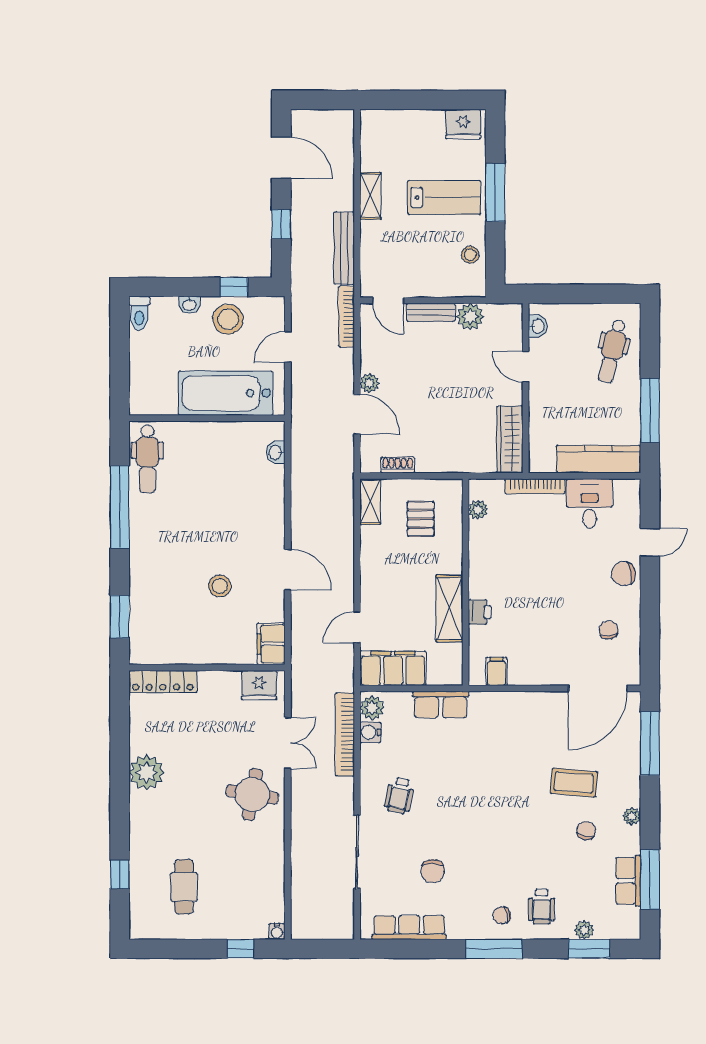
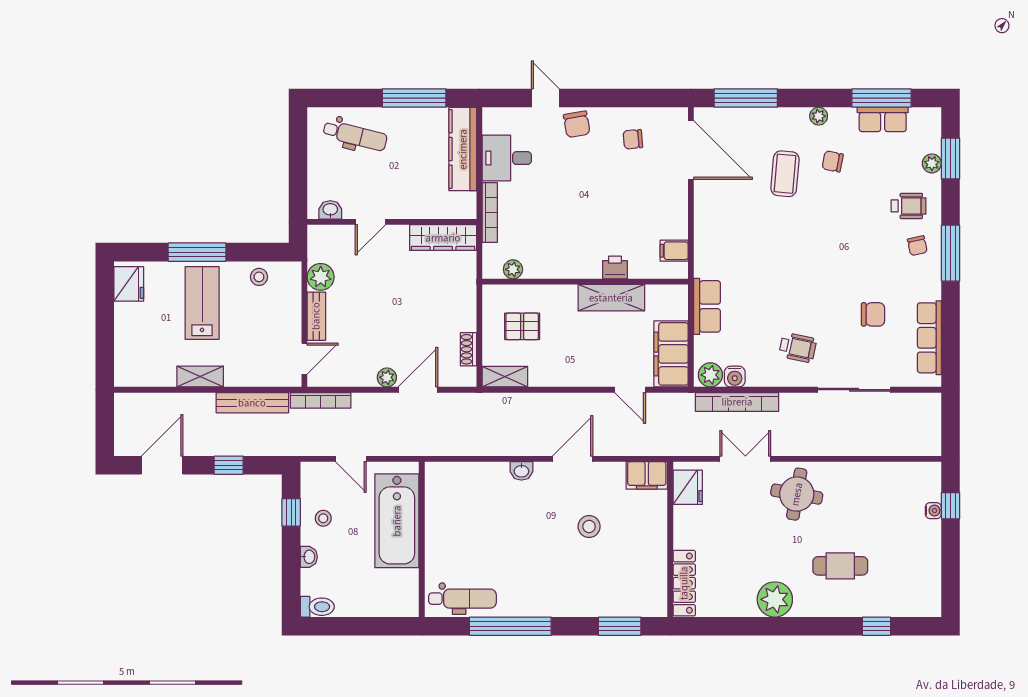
stool: (228, 319) -> (323, 518), width x0.53, depth x0.53
washbasin: (276, 452) -> (521, 471), moved
cafe table: (184, 887) -> (840, 566), moved
water cooler: (277, 932) -> (933, 511), moved

